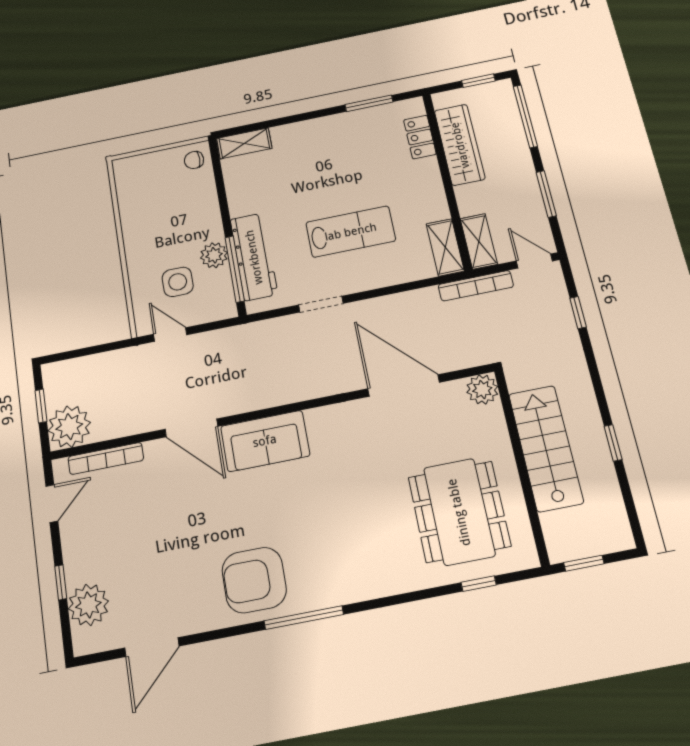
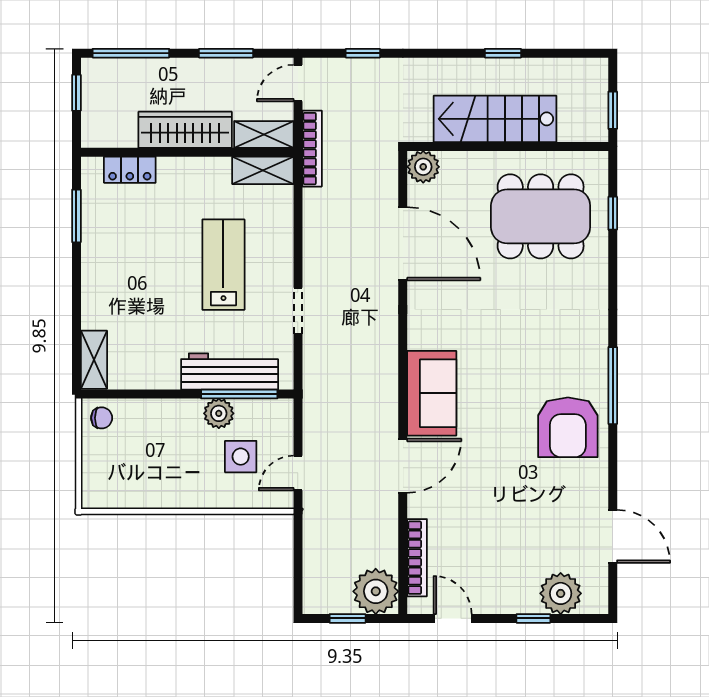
wardrobe: (460, 145) -> (185, 130), moved
chair: (194, 160) -> (102, 418), turned -90
door: (404, 385) -> (403, 244), swing flipped

